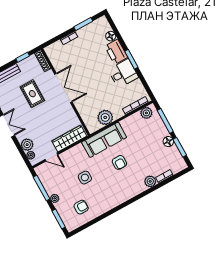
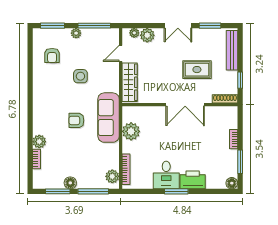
floor lamp: (111, 36) -> (232, 183), moved

